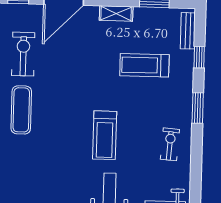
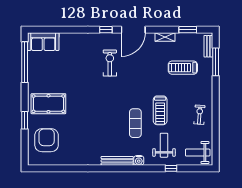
window: (199, 57) -> (216, 62), width x2.17
window: (198, 108) -> (216, 92), removed
exercise mat: (21, 110) -> (135, 123), moved

